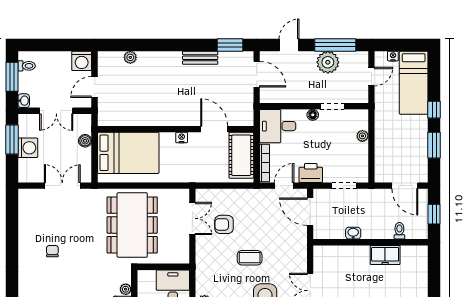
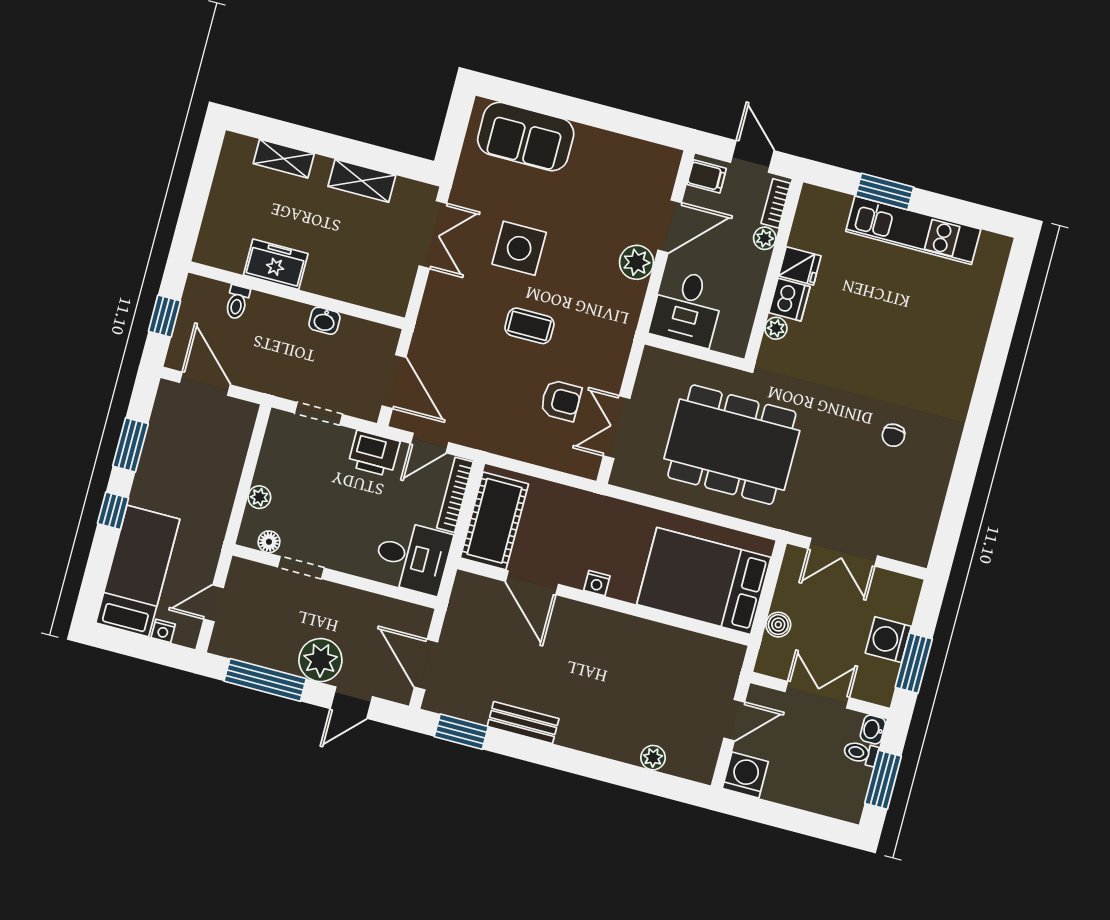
plant: (328, 62) -> (320, 660), moved
toilet: (27, 66) -> (861, 753), moved
floor lamp: (313, 115) -> (269, 542), moved
dining table: (132, 225) -> (732, 445), turned 90

